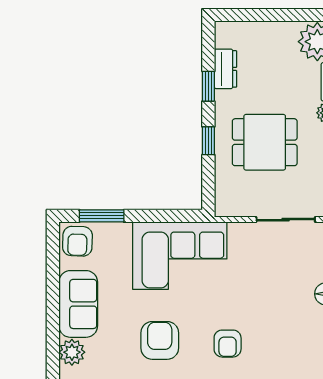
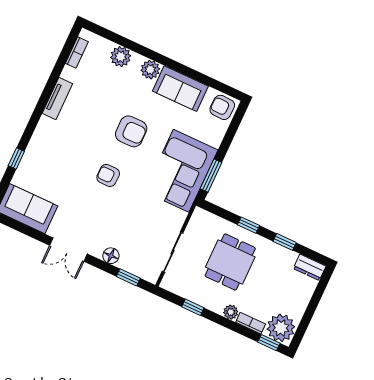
dresser: (226, 69) -> (310, 267), moved
window: (102, 216) -> (211, 176), moved

